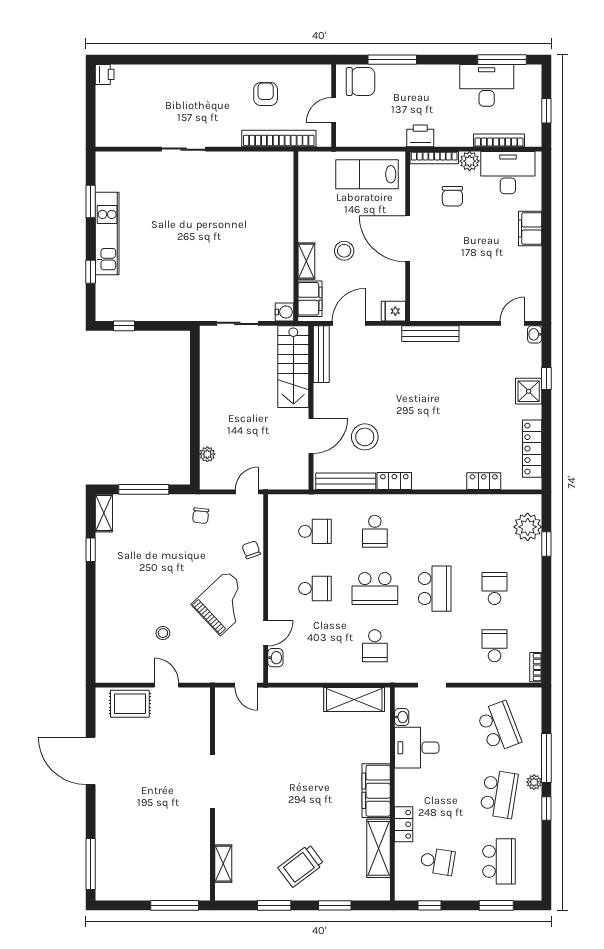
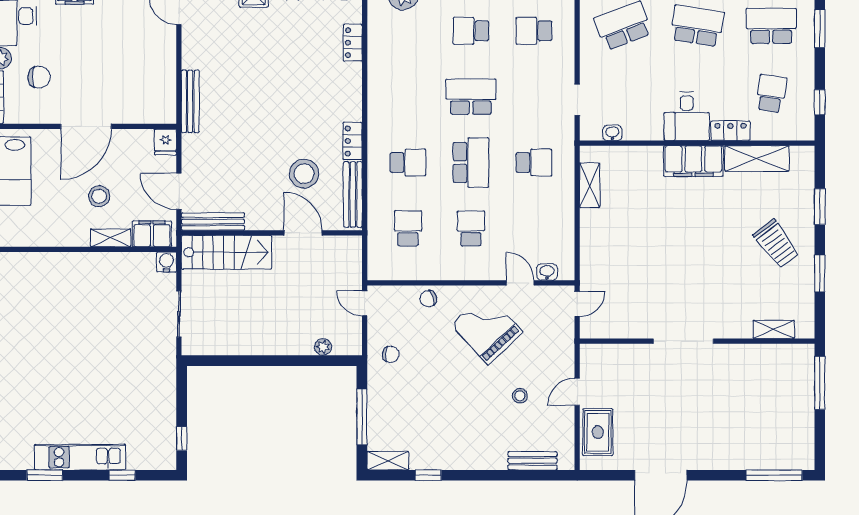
bench: (104, 645) -> (533, 461), added
shelving: (354, 700) -> (590, 185), width x0.67, depth x0.75
desk: (417, 748) -> (687, 116), moved

